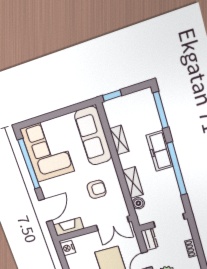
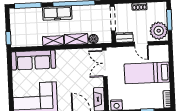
shelving: (119, 140) -> (53, 41), moved
armchair: (97, 189) -> (75, 68), removed
double door: (112, 224) -> (105, 63), swing flipped

